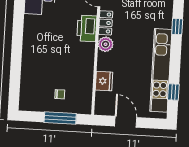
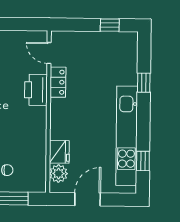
plant: (106, 44) -> (58, 174), moved
door: (126, 122) -> (88, 199), hinge flipped

